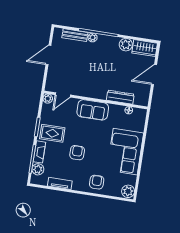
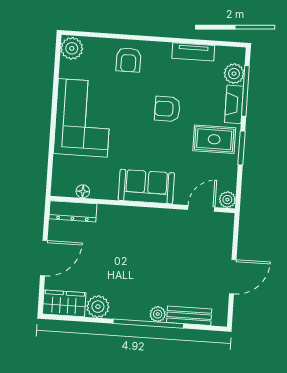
dresser: (120, 97) -> (73, 211), moved
armchair: (77, 153) -> (167, 109), turned 90

